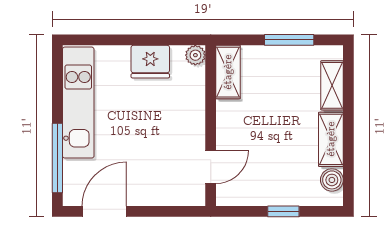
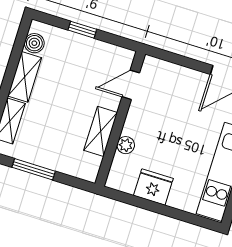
plant: (195, 55) -> (126, 145), moved
shelving: (228, 72) -> (101, 131), moved

